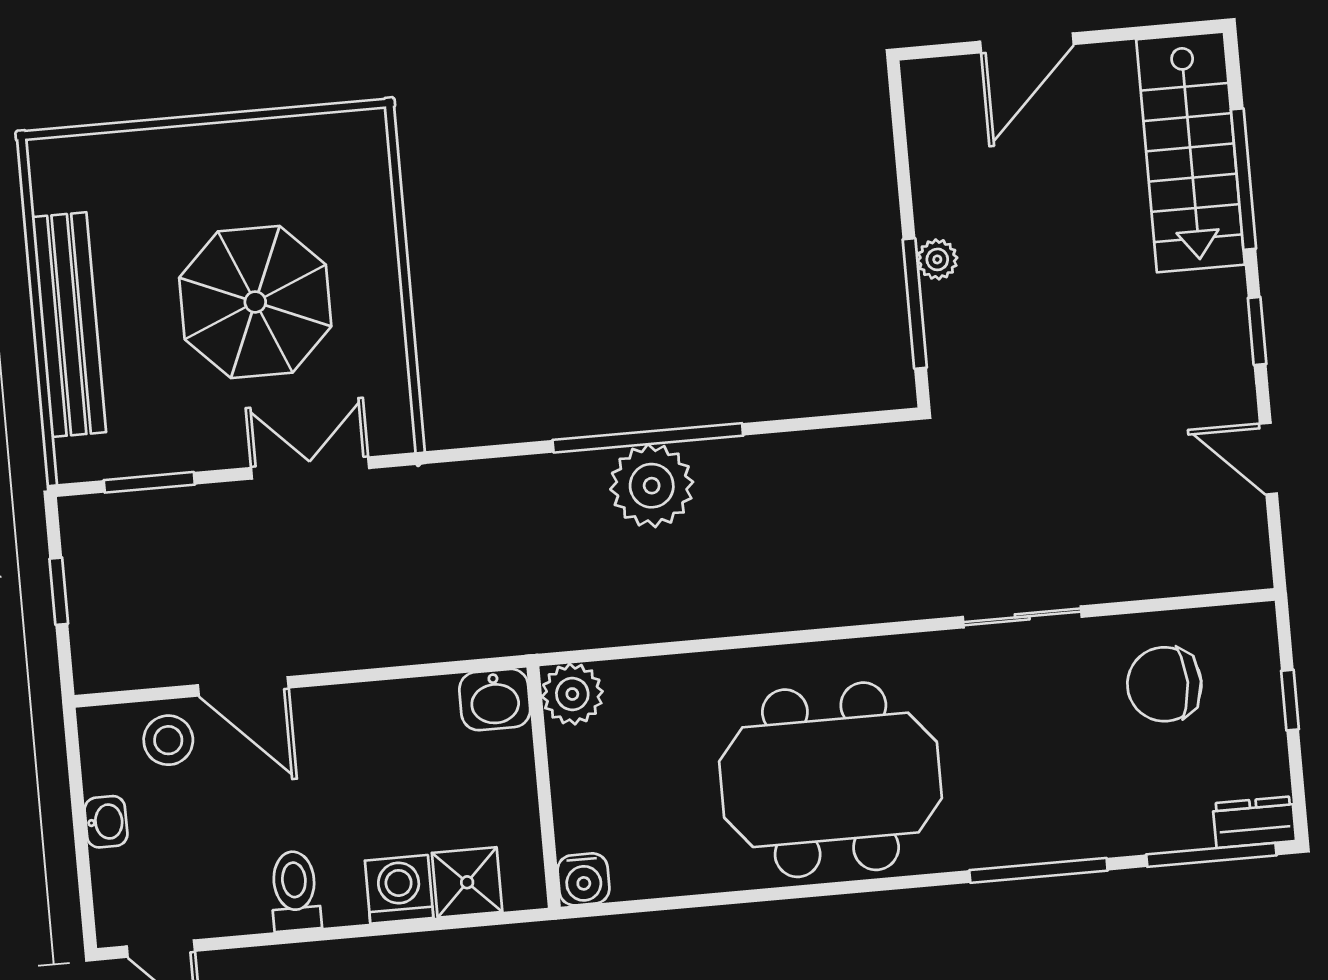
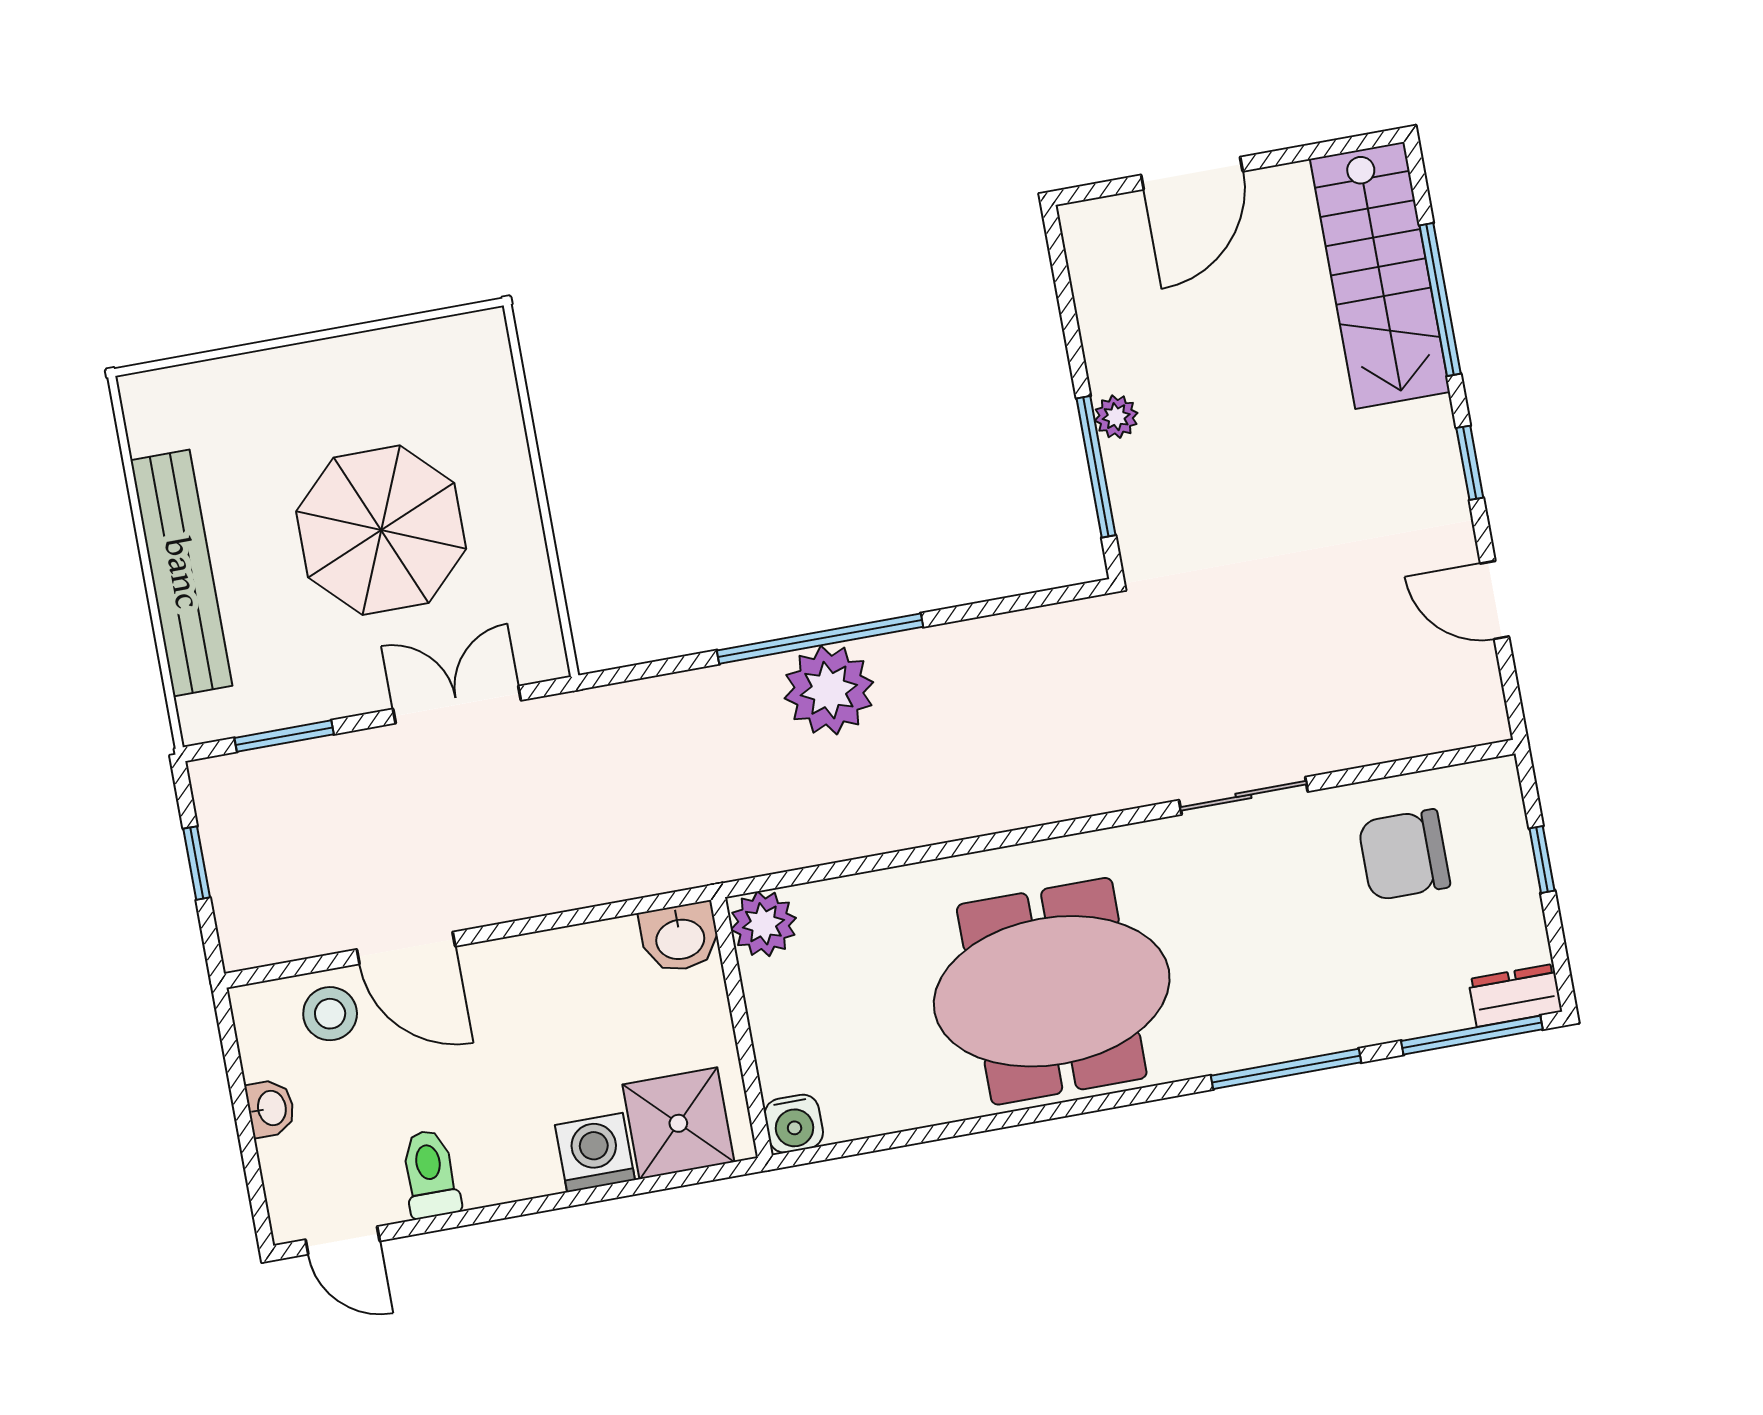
shower: (467, 882) -> (678, 1123), width x1.36, depth x1.36
toilet: (295, 891) -> (430, 1174), moved

